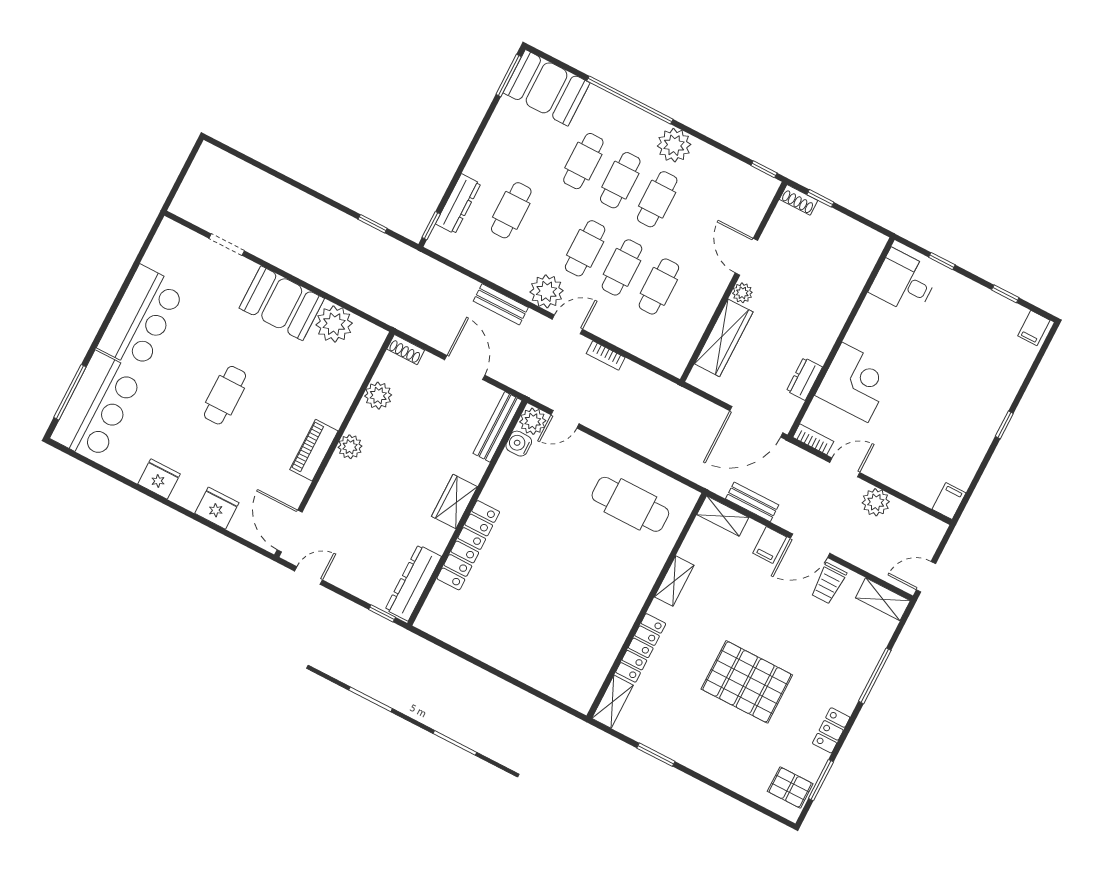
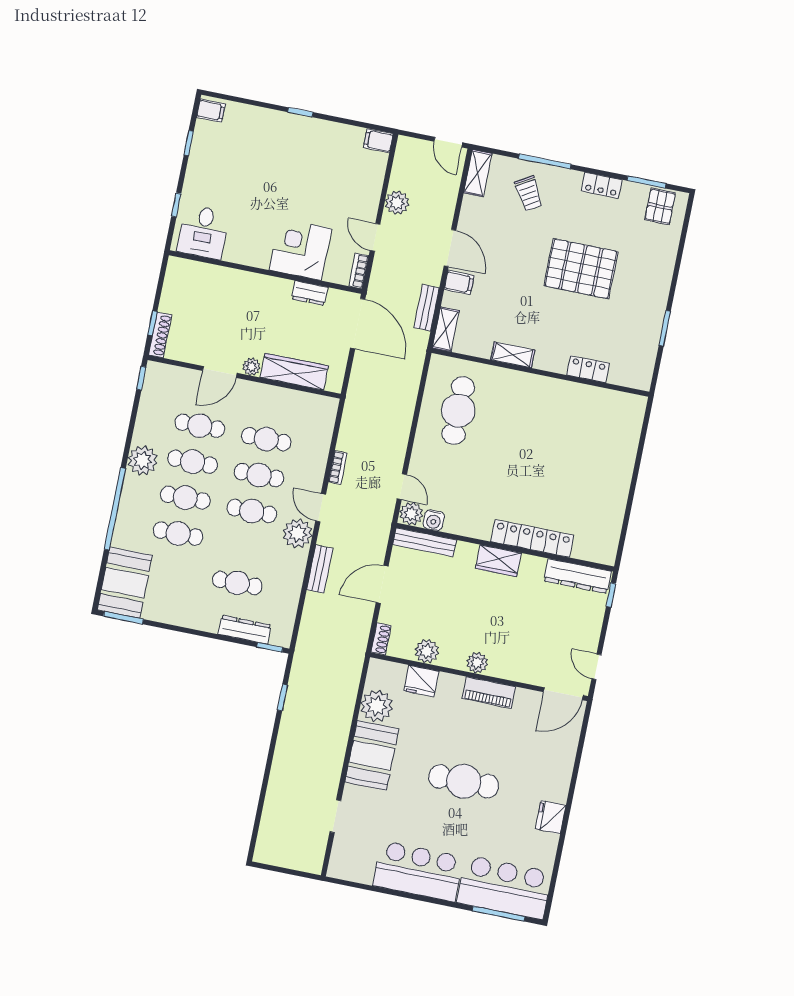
shoe rack: (799, 200) -> (160, 335), width x1.43
cafe table: (694, 218) -> (200, 426), added
cafe table: (225, 395) -> (464, 781), width x1.37, depth x1.35
fridge: (217, 508) -> (421, 681), moved, turned -90
trolley: (829, 583) -> (529, 194), moved, turned 60
locker: (641, 648) -> (588, 369), width x0.66
pallet: (747, 682) -> (581, 269), turned 90
shelving: (612, 702) -> (630, 378), removed

